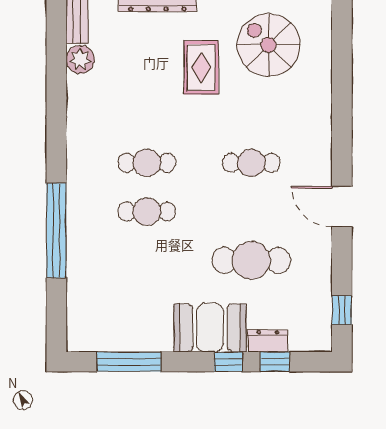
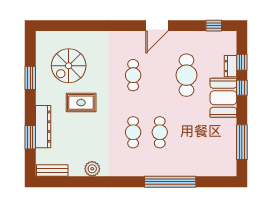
plant: (80, 59) -> (92, 169), moved

